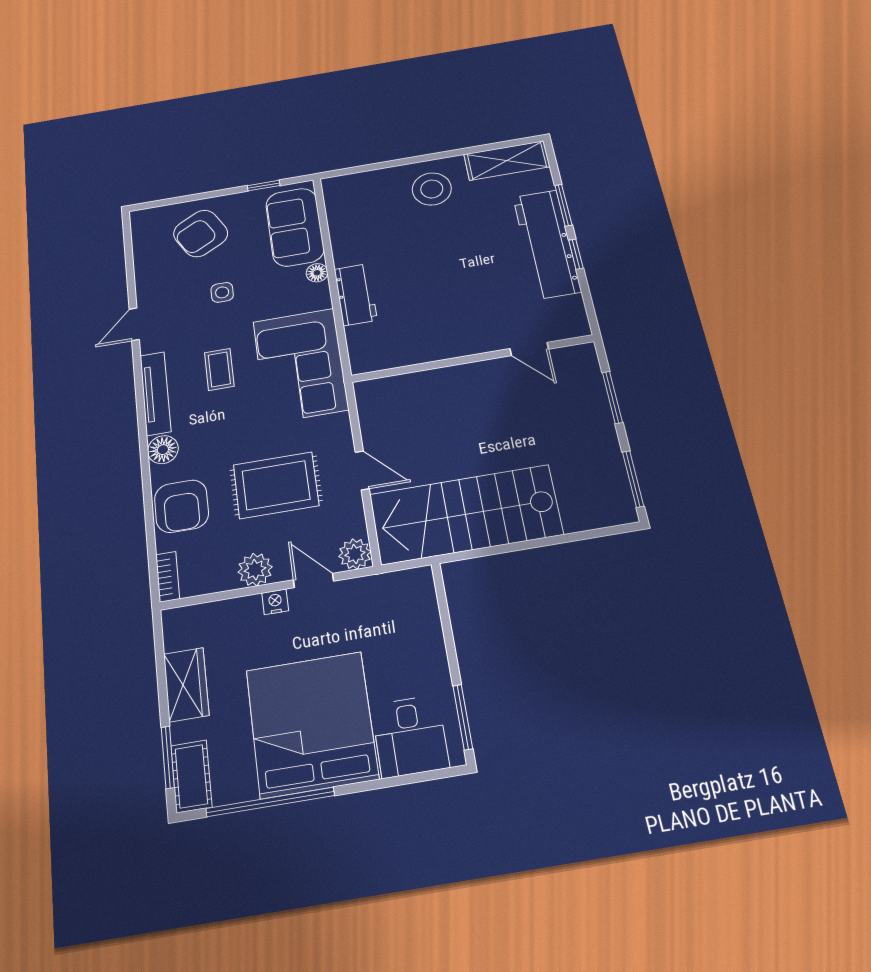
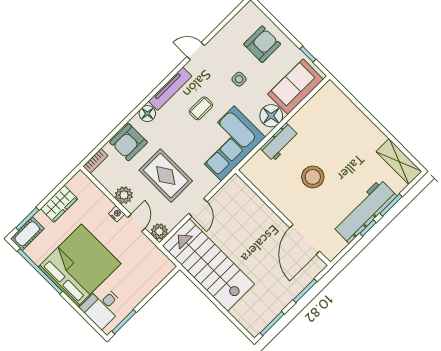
stool: (432, 189) -> (313, 177), moved
armchair: (201, 233) -> (262, 44), turned 119
floor lamp: (317, 273) -> (271, 116), width x1.89, depth x1.89
door: (529, 349) -> (305, 239), width x1.88

